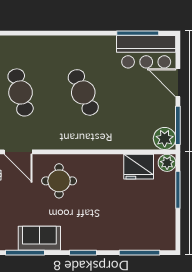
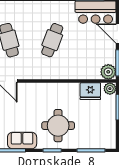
cafe table: (83, 92) -> (52, 40), turned 45
round table: (59, 181) -> (58, 126), moved, width x1.36, depth x1.36

